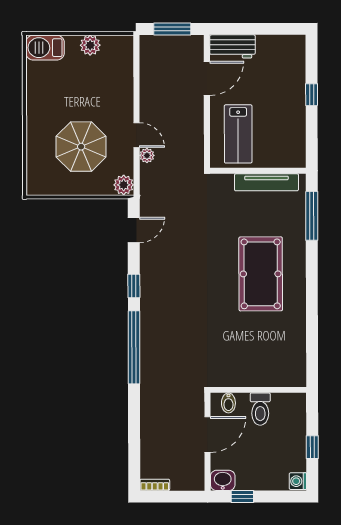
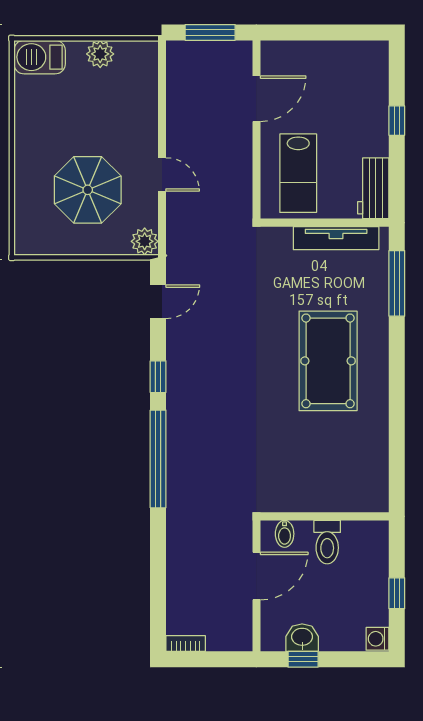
workbench: (232, 46) -> (373, 188), moved, turned 90
plant: (147, 155) -> (176, 202), removed
washbasin: (223, 480) -> (302, 638), moved

